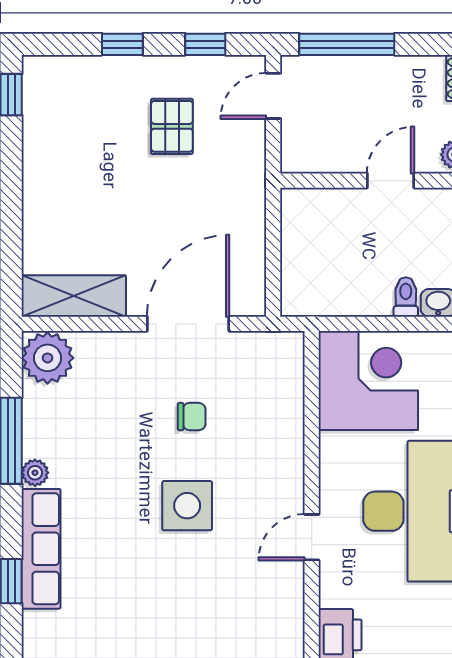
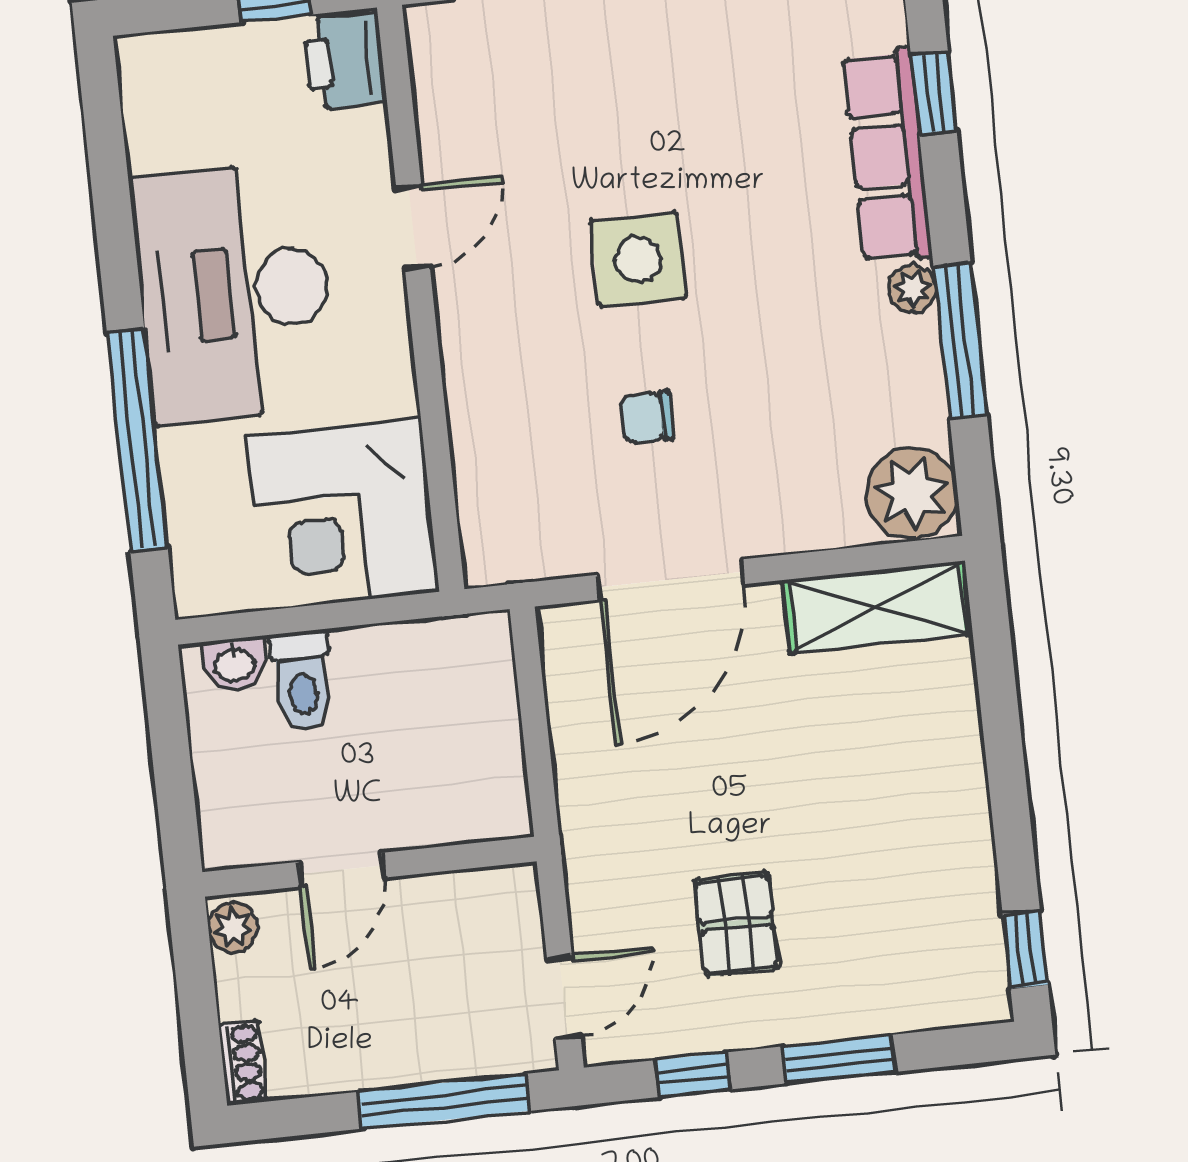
window: (122, 44) -> (839, 1059), width x1.50
toilet: (406, 297) -> (302, 680), width x1.37, depth x1.39

